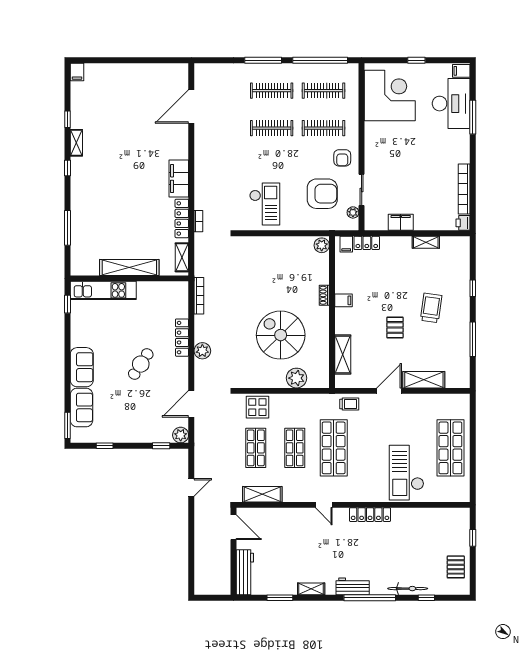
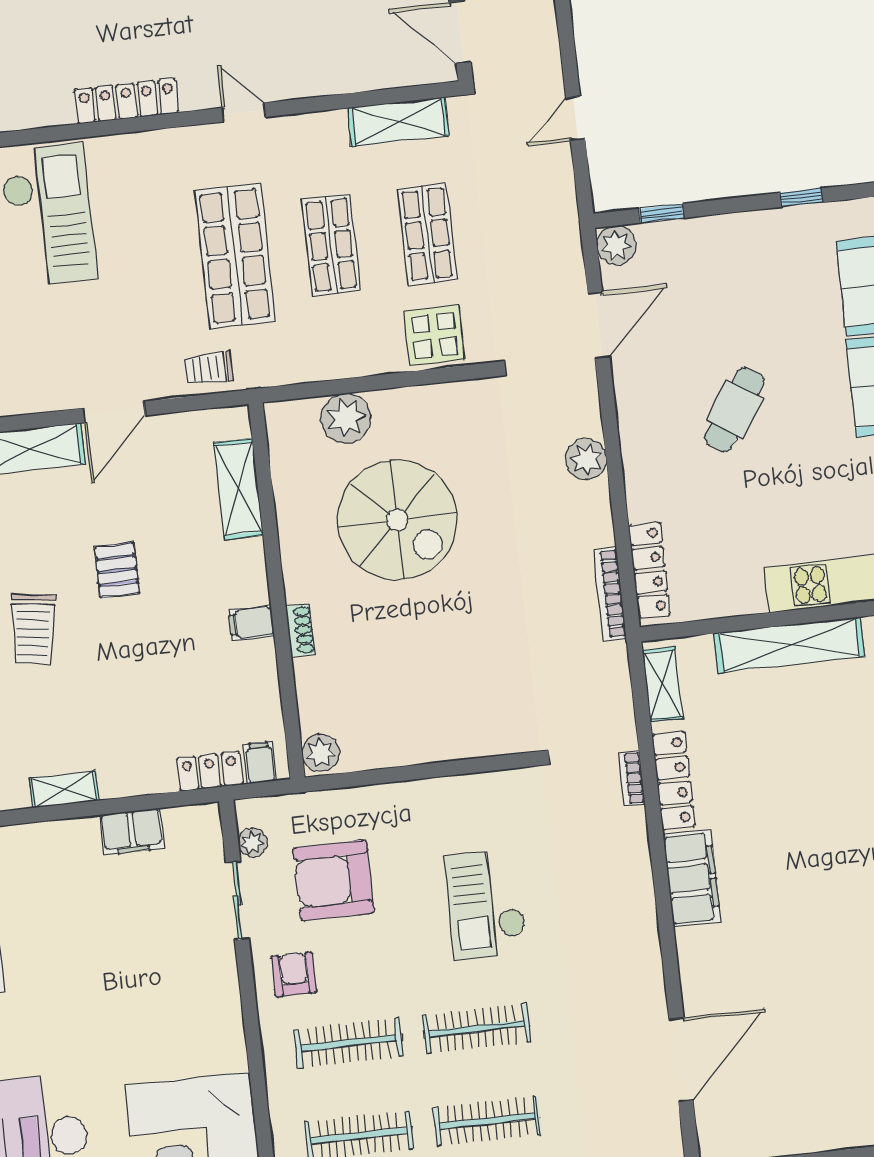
checkout: (265, 204) -> (486, 904), moved
locker: (182, 338) -> (649, 570), moved

